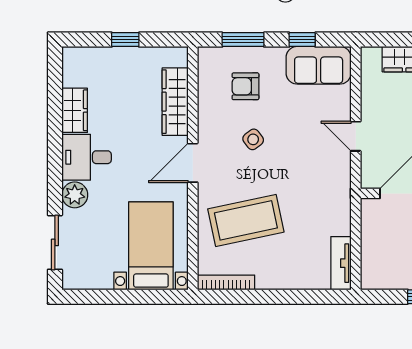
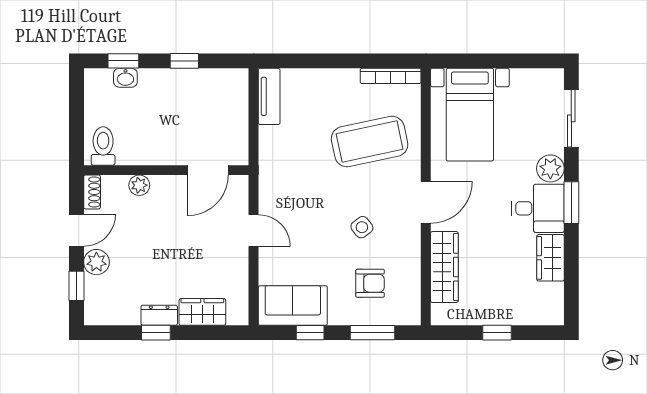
window: (55, 163) -> (571, 203), added

